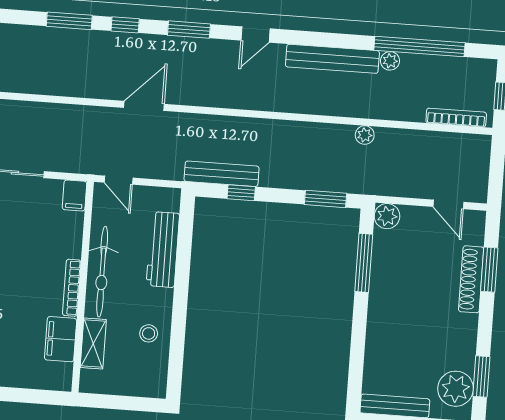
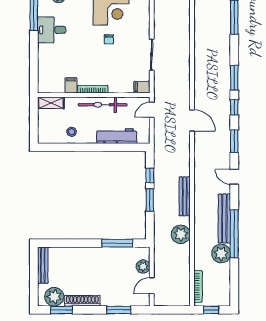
window: (419, 47) -> (234, 234), moved
plant: (390, 61) -> (221, 254), width x1.88, depth x1.88
plant: (365, 135) -> (181, 234), width x1.87, depth x1.87
bench: (222, 174) -> (185, 196), moved
window: (326, 199) -> (150, 200), moved
plant: (387, 216) -> (143, 266), moved
shoe rack: (471, 279) -> (82, 301), moved
filing cabinet: (61, 339) -> (71, 85), width x0.50
shelving: (93, 343) -> (51, 103), moved

